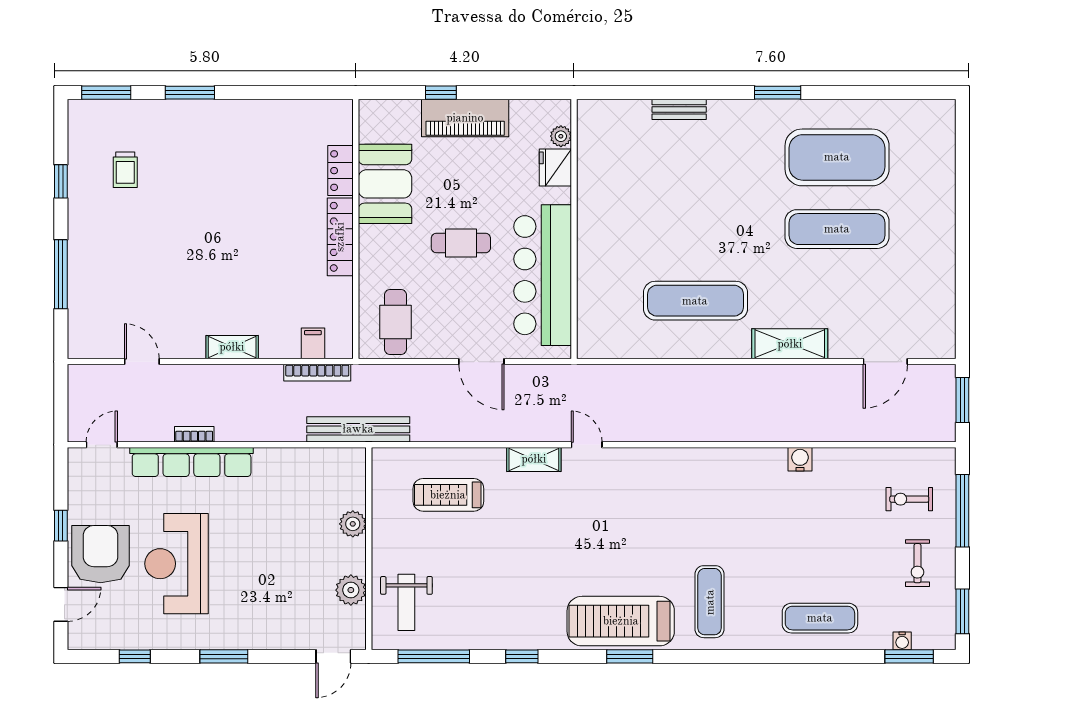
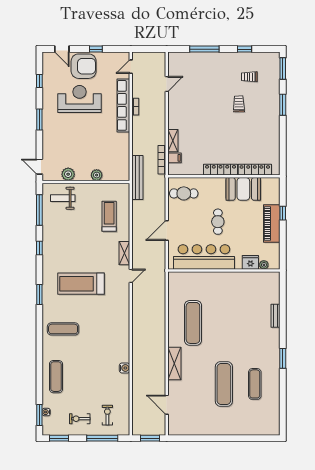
exercise mat: (837, 157) -> (255, 384), width x0.50, depth x0.69
locker: (340, 171) -> (255, 170), width x1.53
trolley: (188, 194) -> (239, 104), added
shelving: (232, 347) -> (173, 141), moved
door: (102, 445) -> (131, 67), swing flipped
treadmill: (621, 621) -> (81, 284), moved, turned -90

